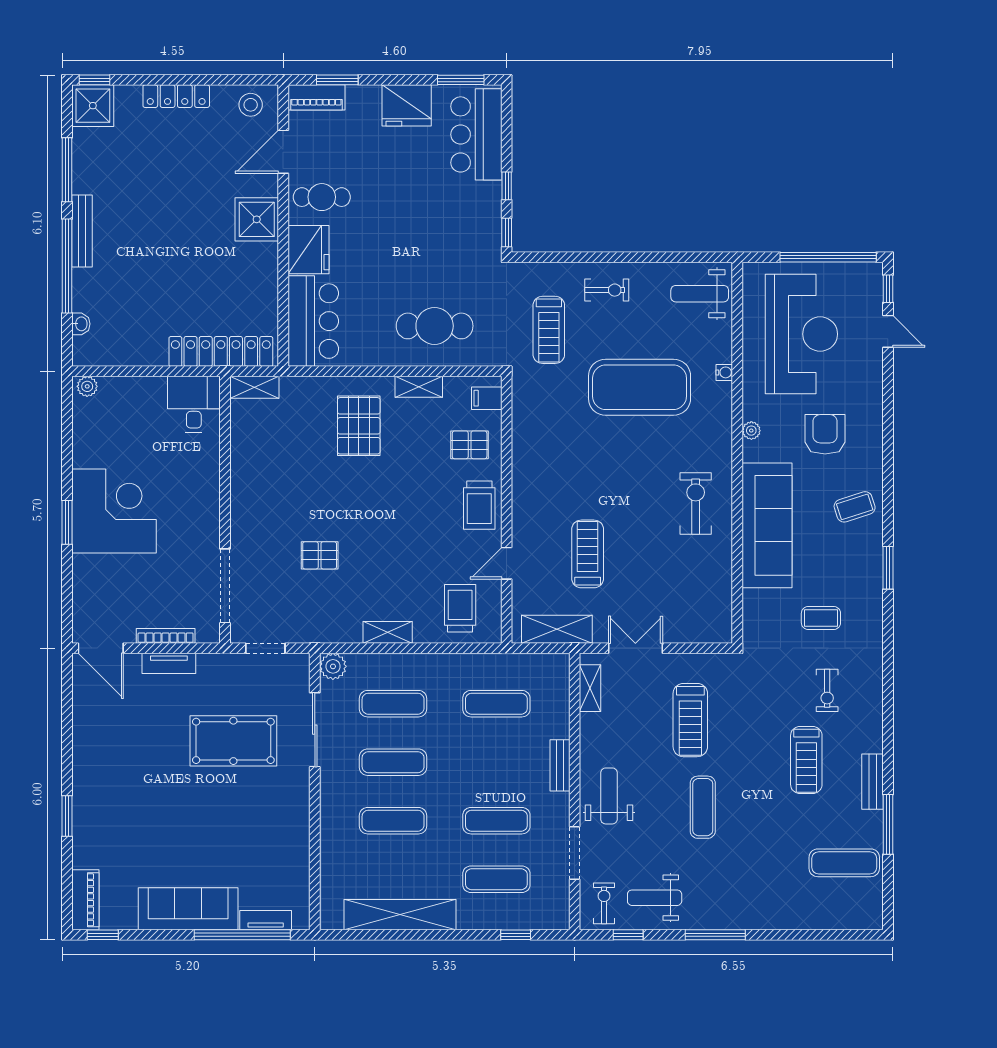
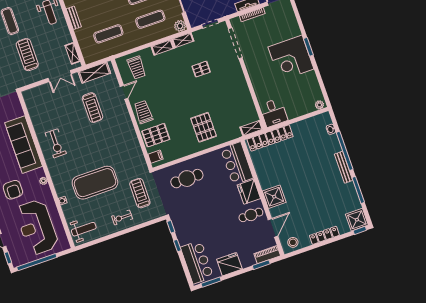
shelving: (419, 387) -> (183, 40), moved
pallet: (470, 445) -> (156, 135), width x1.50, depth x1.42

